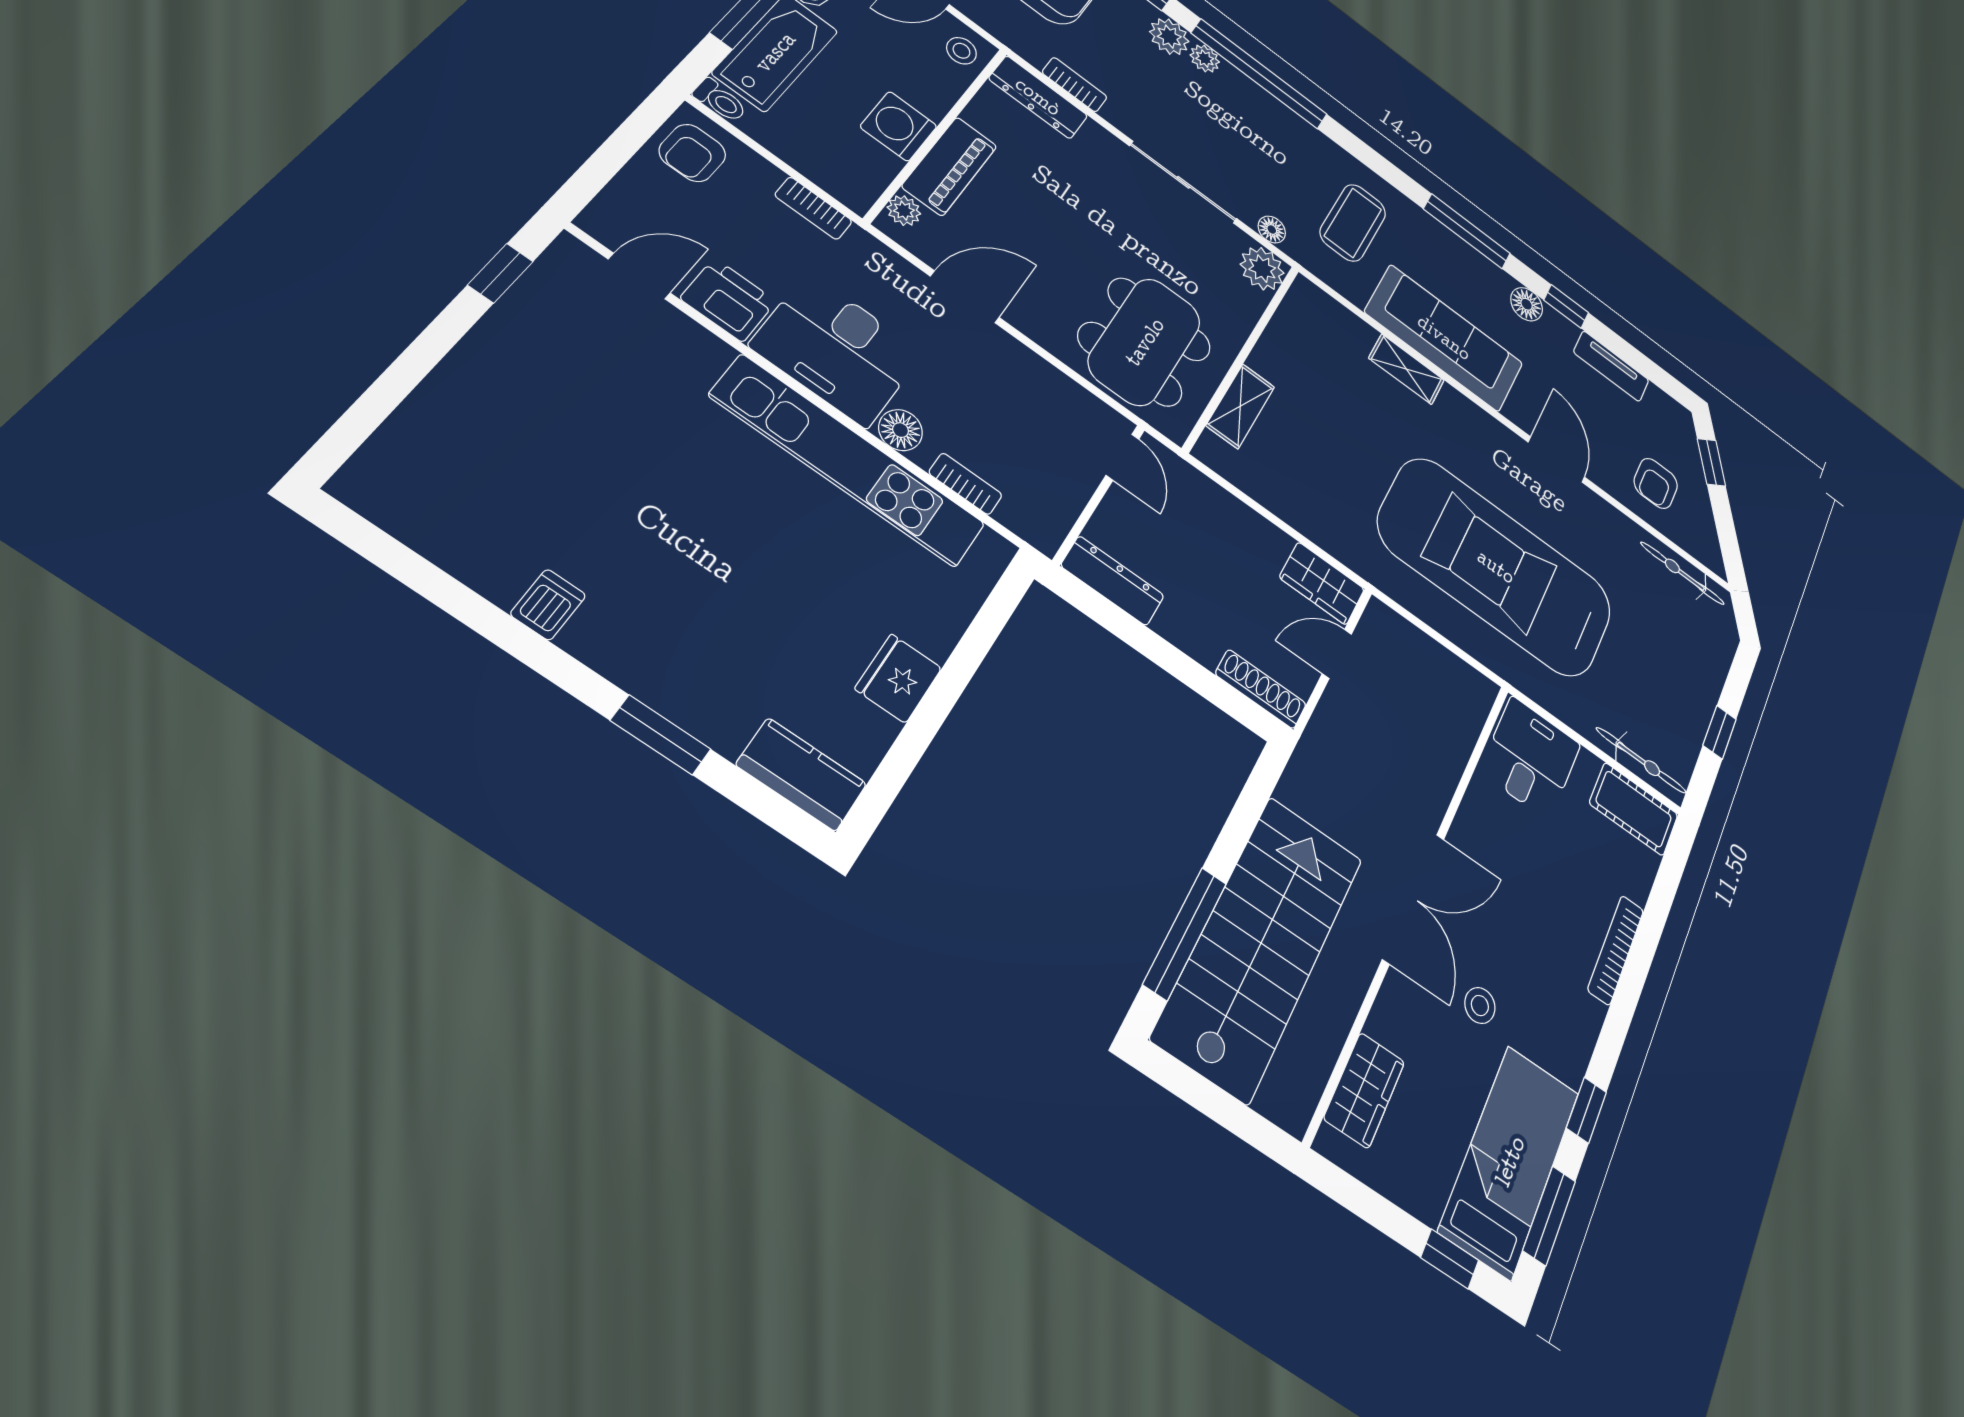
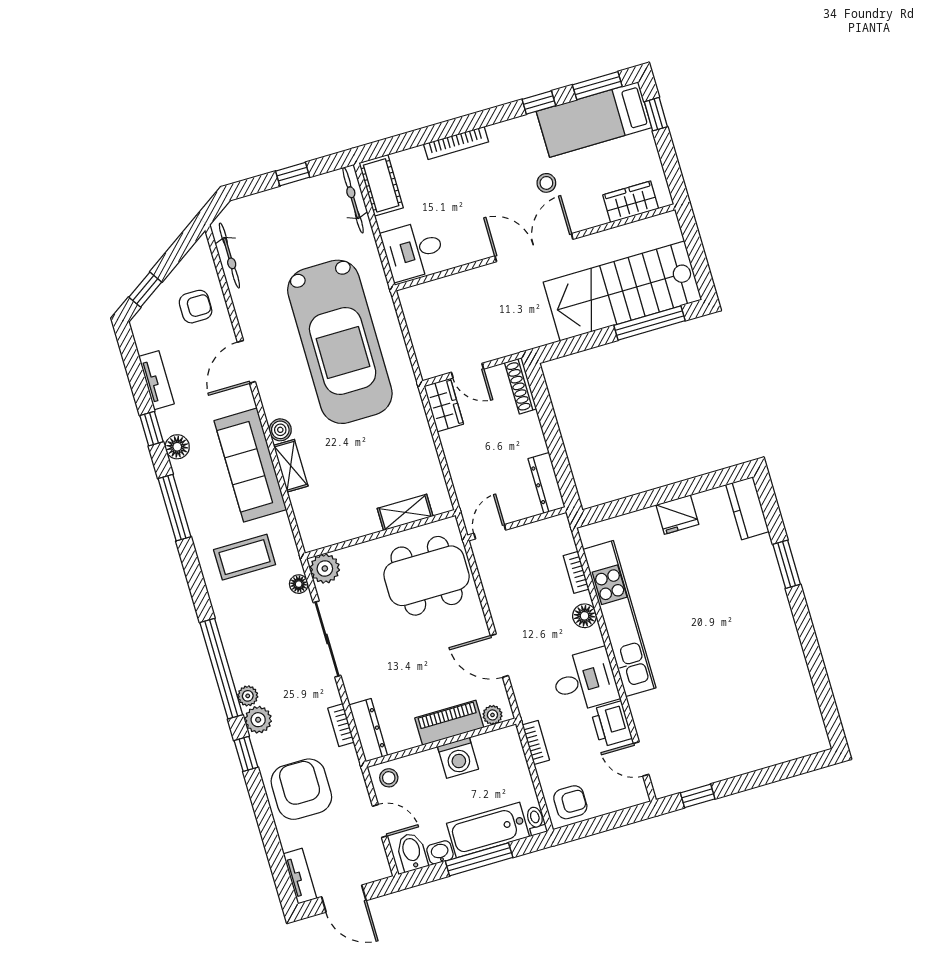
desk: (837, 349) -> (585, 680), width x0.73
boiler: (1455, 405) -> (280, 430), added
dishwasher: (548, 605) -> (787, 645), removed

